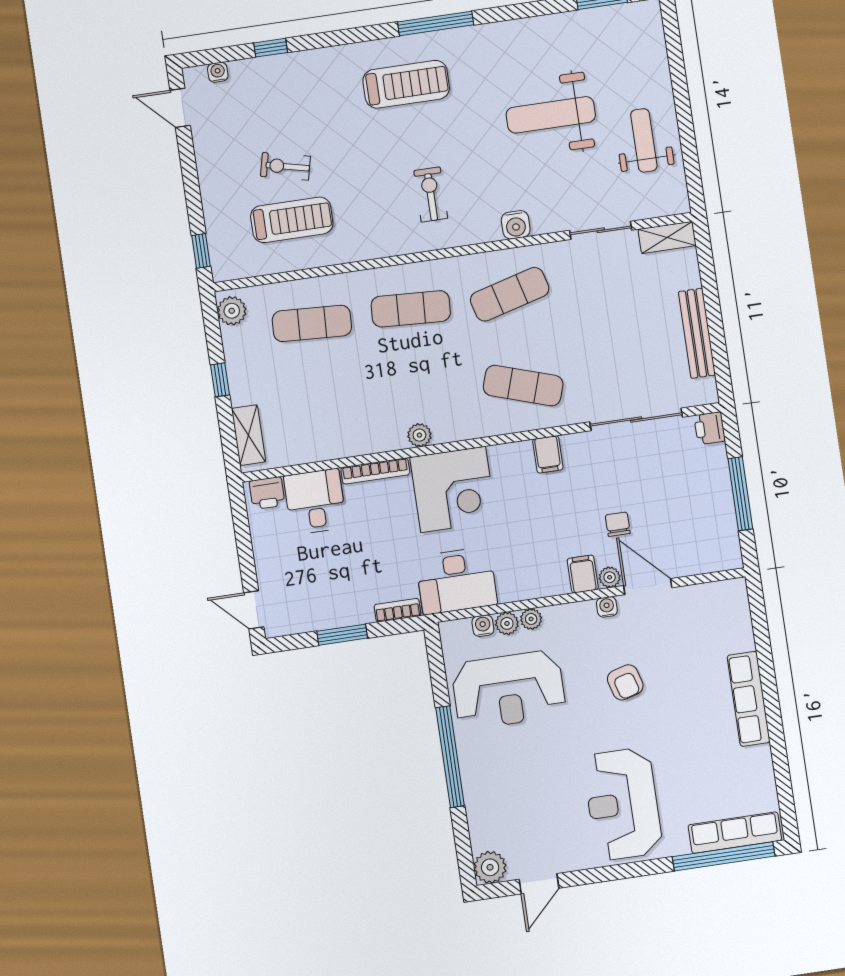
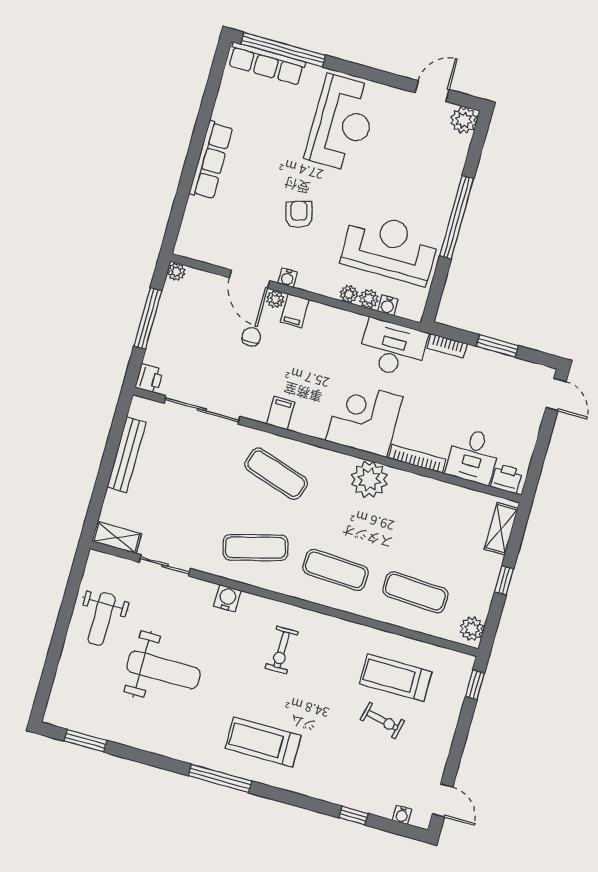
plant: (419, 435) -> (369, 479), width x1.87, depth x1.87
chair: (618, 524) -> (251, 337), turned 180
plant: (732, 559) -> (176, 272), added

